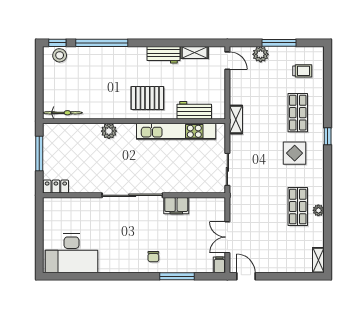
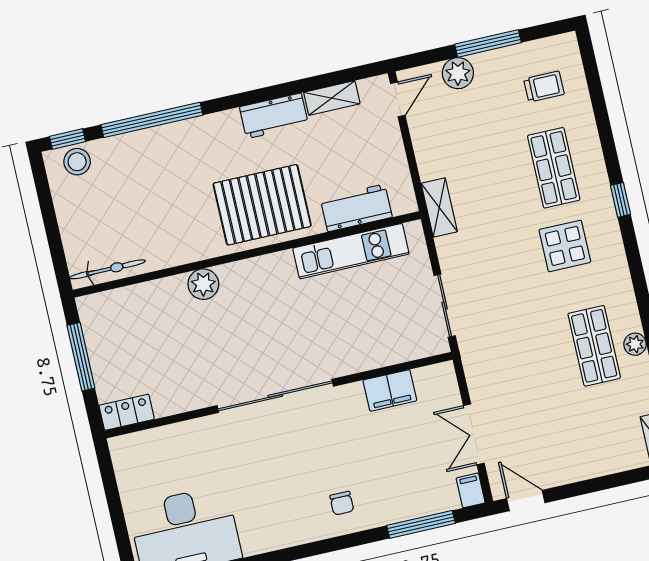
door: (227, 61) -> (398, 99), hinge flipped
pallet: (147, 98) -> (262, 205), width x1.37, depth x1.41
kitchen unit: (176, 131) -> (351, 251), width x0.73
filing cabinet: (176, 206) -> (390, 390), moved
window: (177, 276) -> (421, 524), moved

